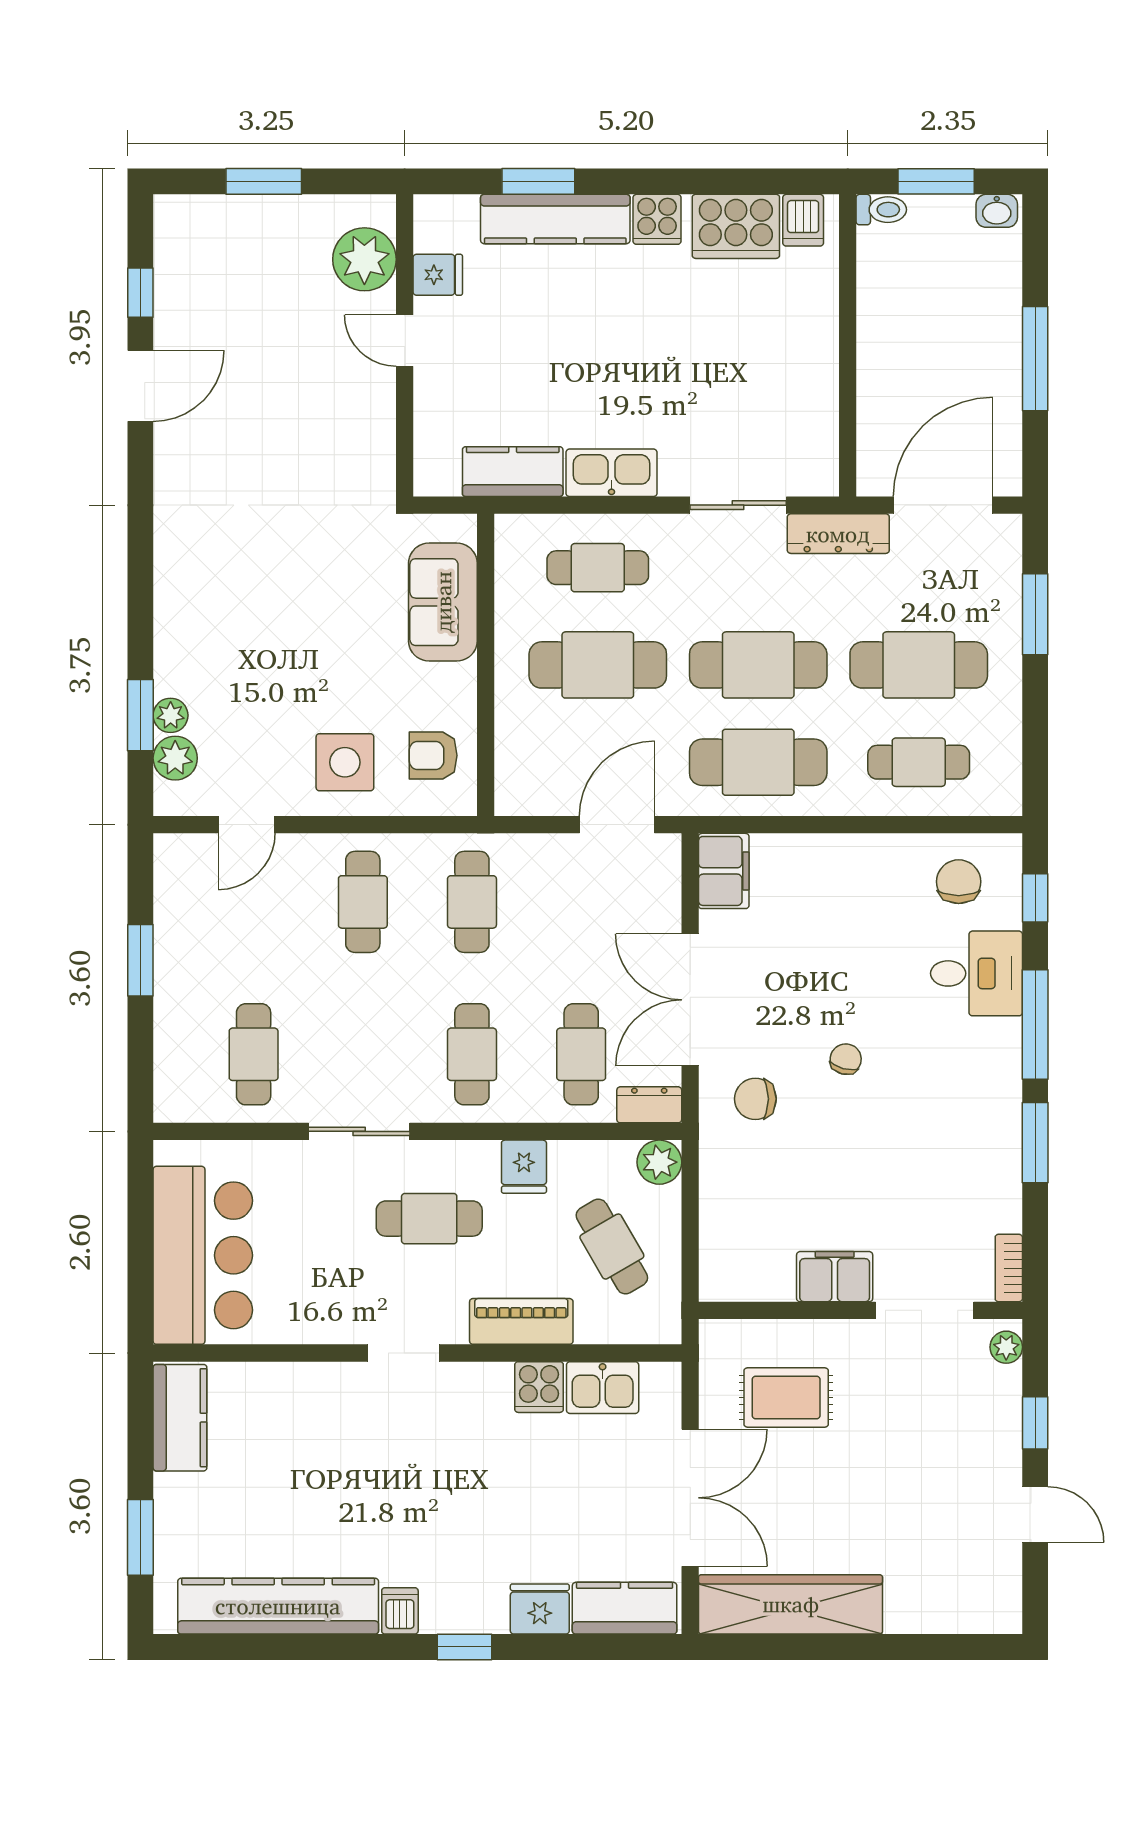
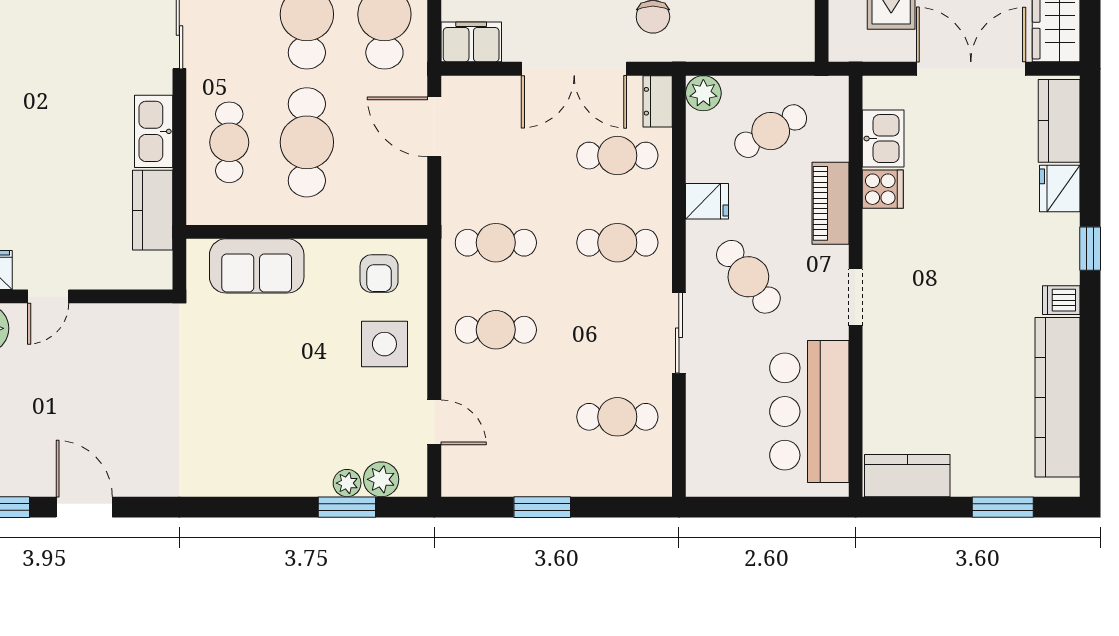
cafe table: (429, 1219) -> (748, 277), turned -38
bar counter: (203, 1255) -> (809, 412), moved, turned -90

